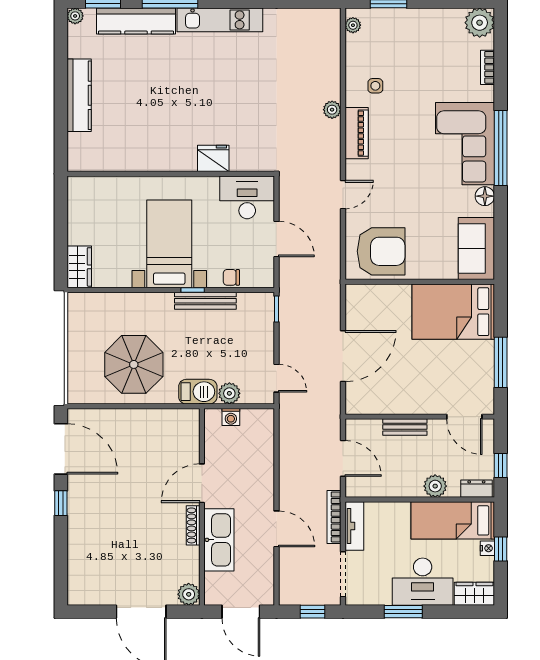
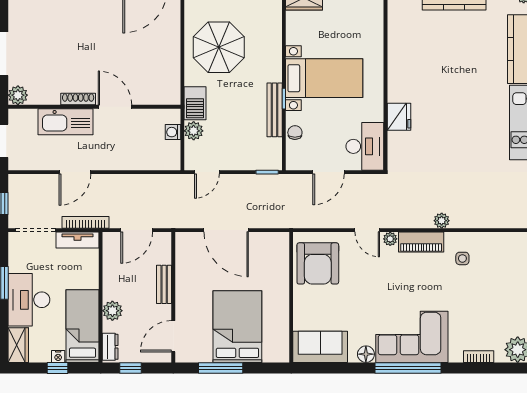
plant: (353, 25) -> (390, 239), moved
bed: (453, 312) -> (237, 327), moved

